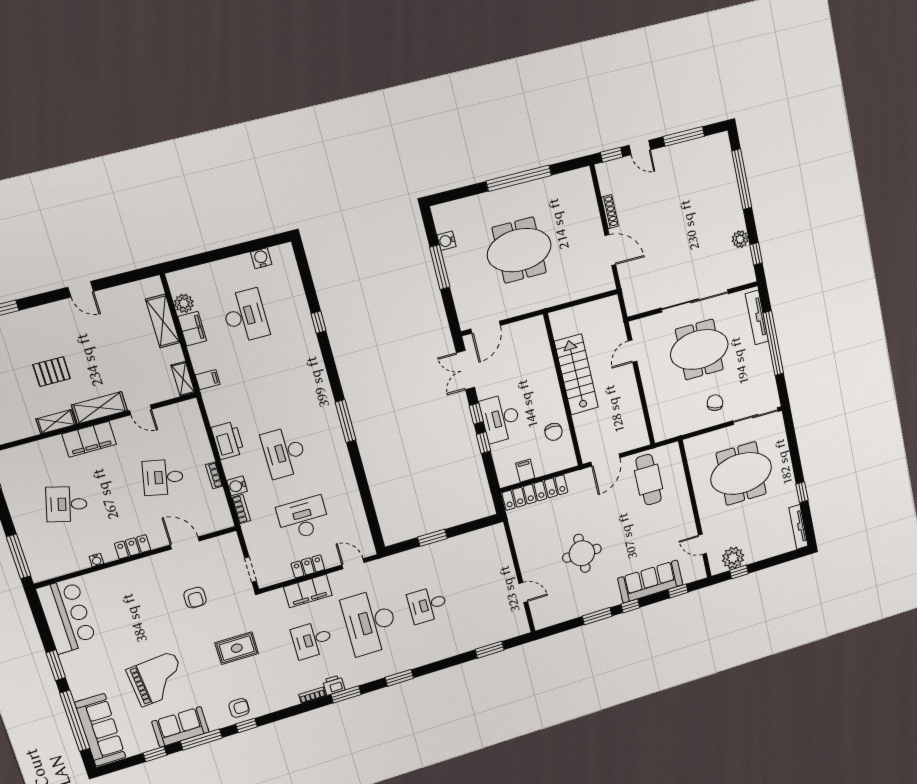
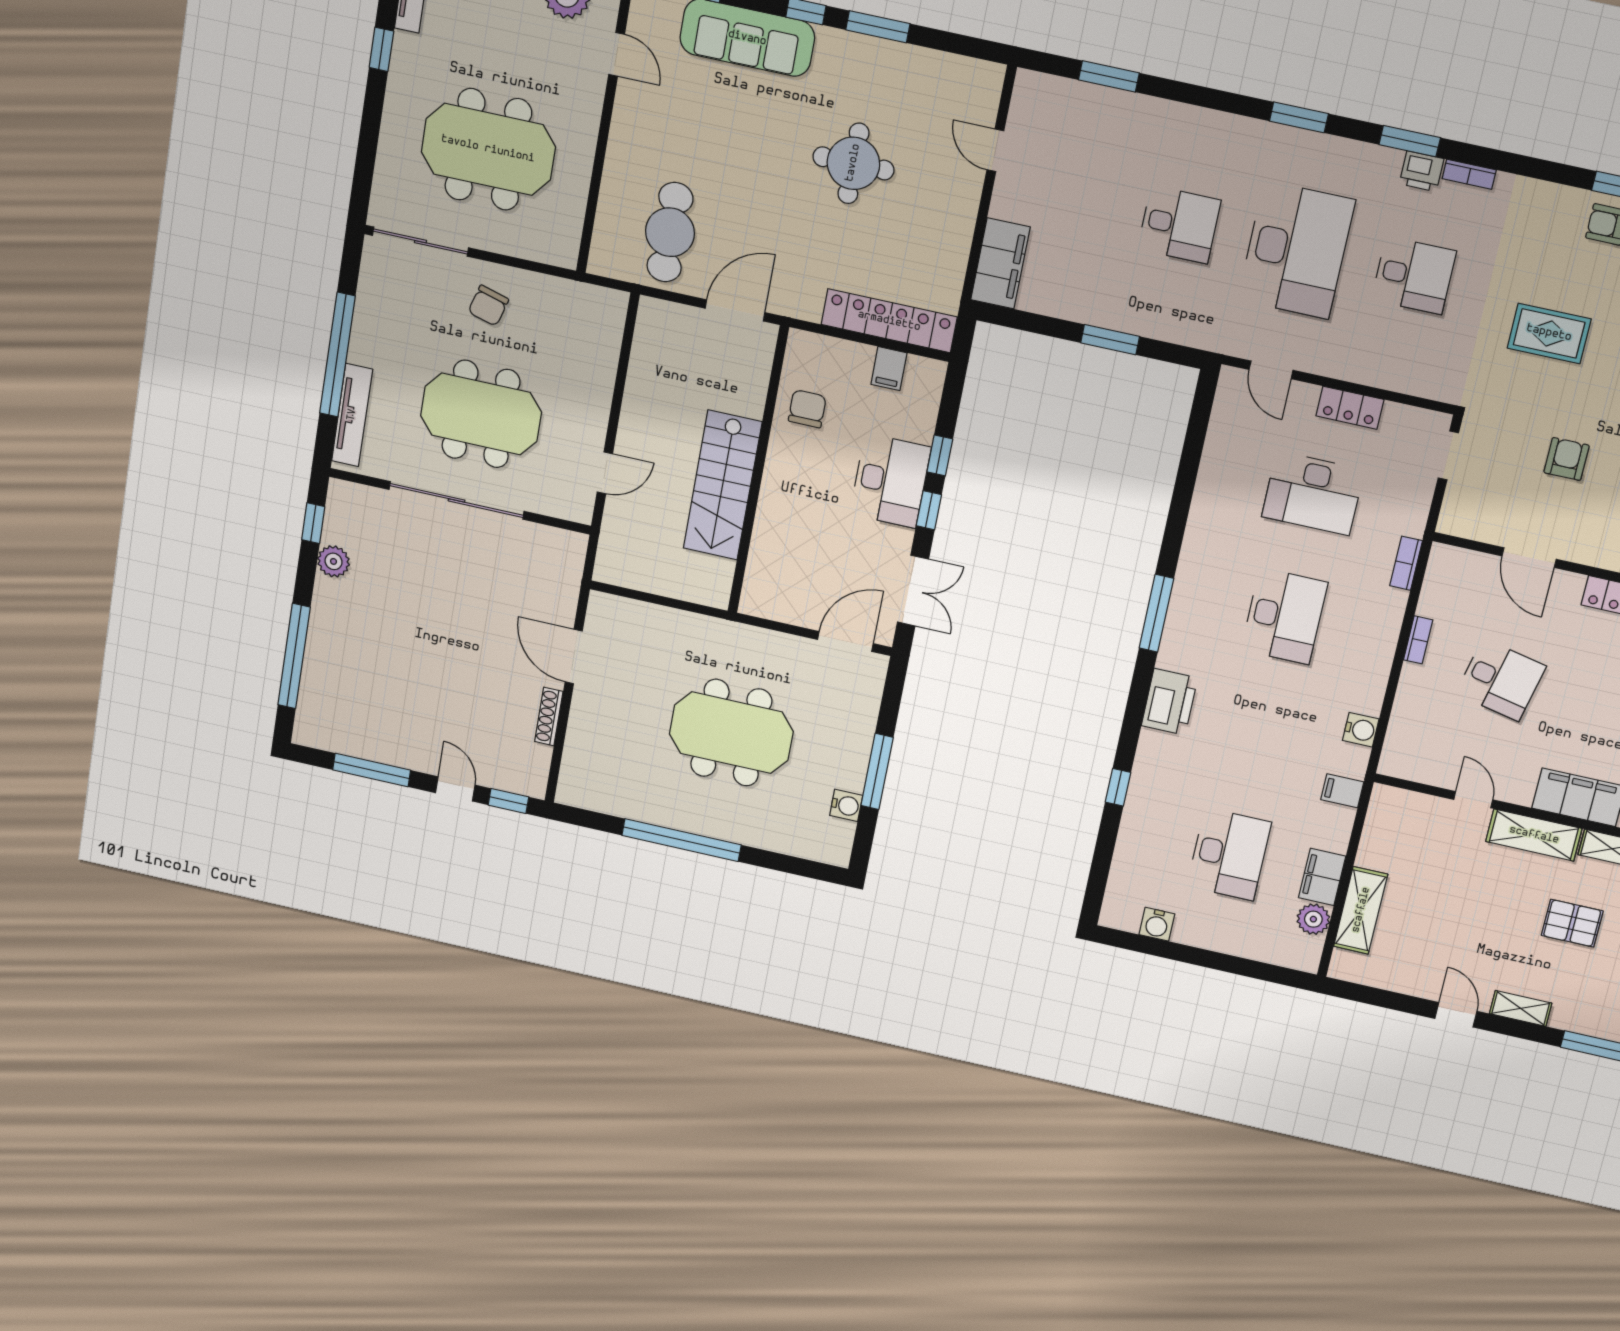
desk: (245, 316) -> (1229, 854), turned 180
shelving: (183, 379) -> (1521, 1008), moved, turned 90
printer: (228, 440) -> (1169, 702), moved, turned 180
water cooler: (237, 486) -> (1361, 730), moved
filing cabinet: (308, 591) -> (1000, 263), moved, turned 90

